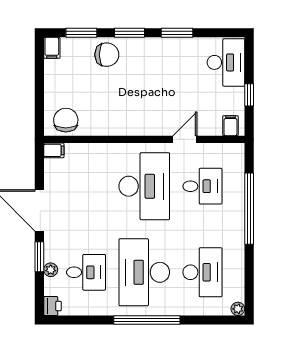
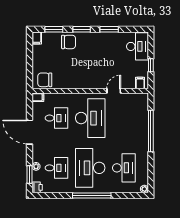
chair: (66, 120) -> (45, 80), turned -90
desk: (202, 186) -> (56, 118), moved
window: (39, 257) -> (29, 175), moved

